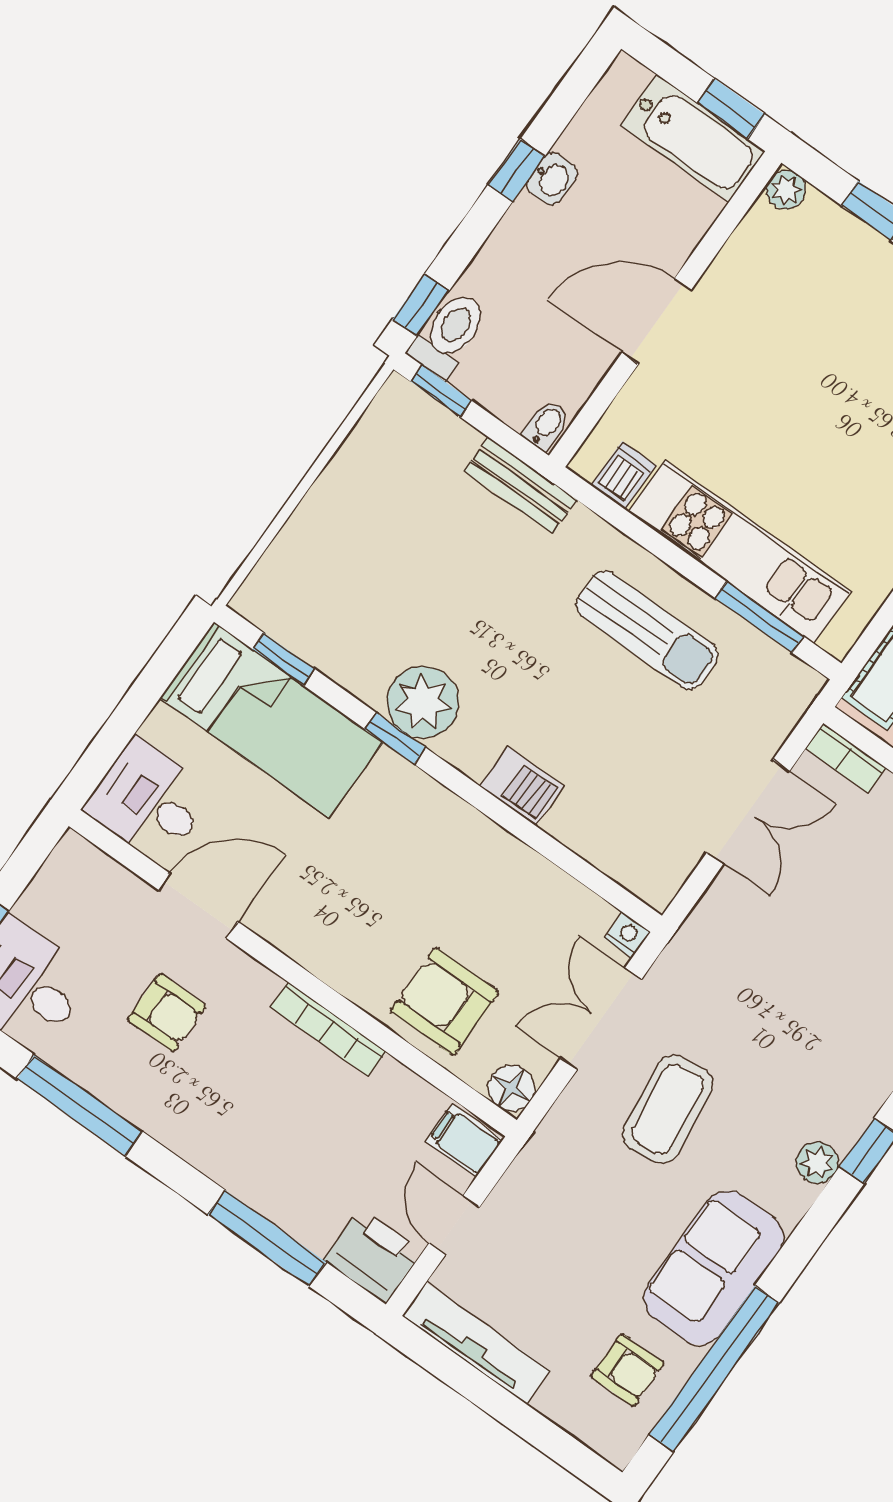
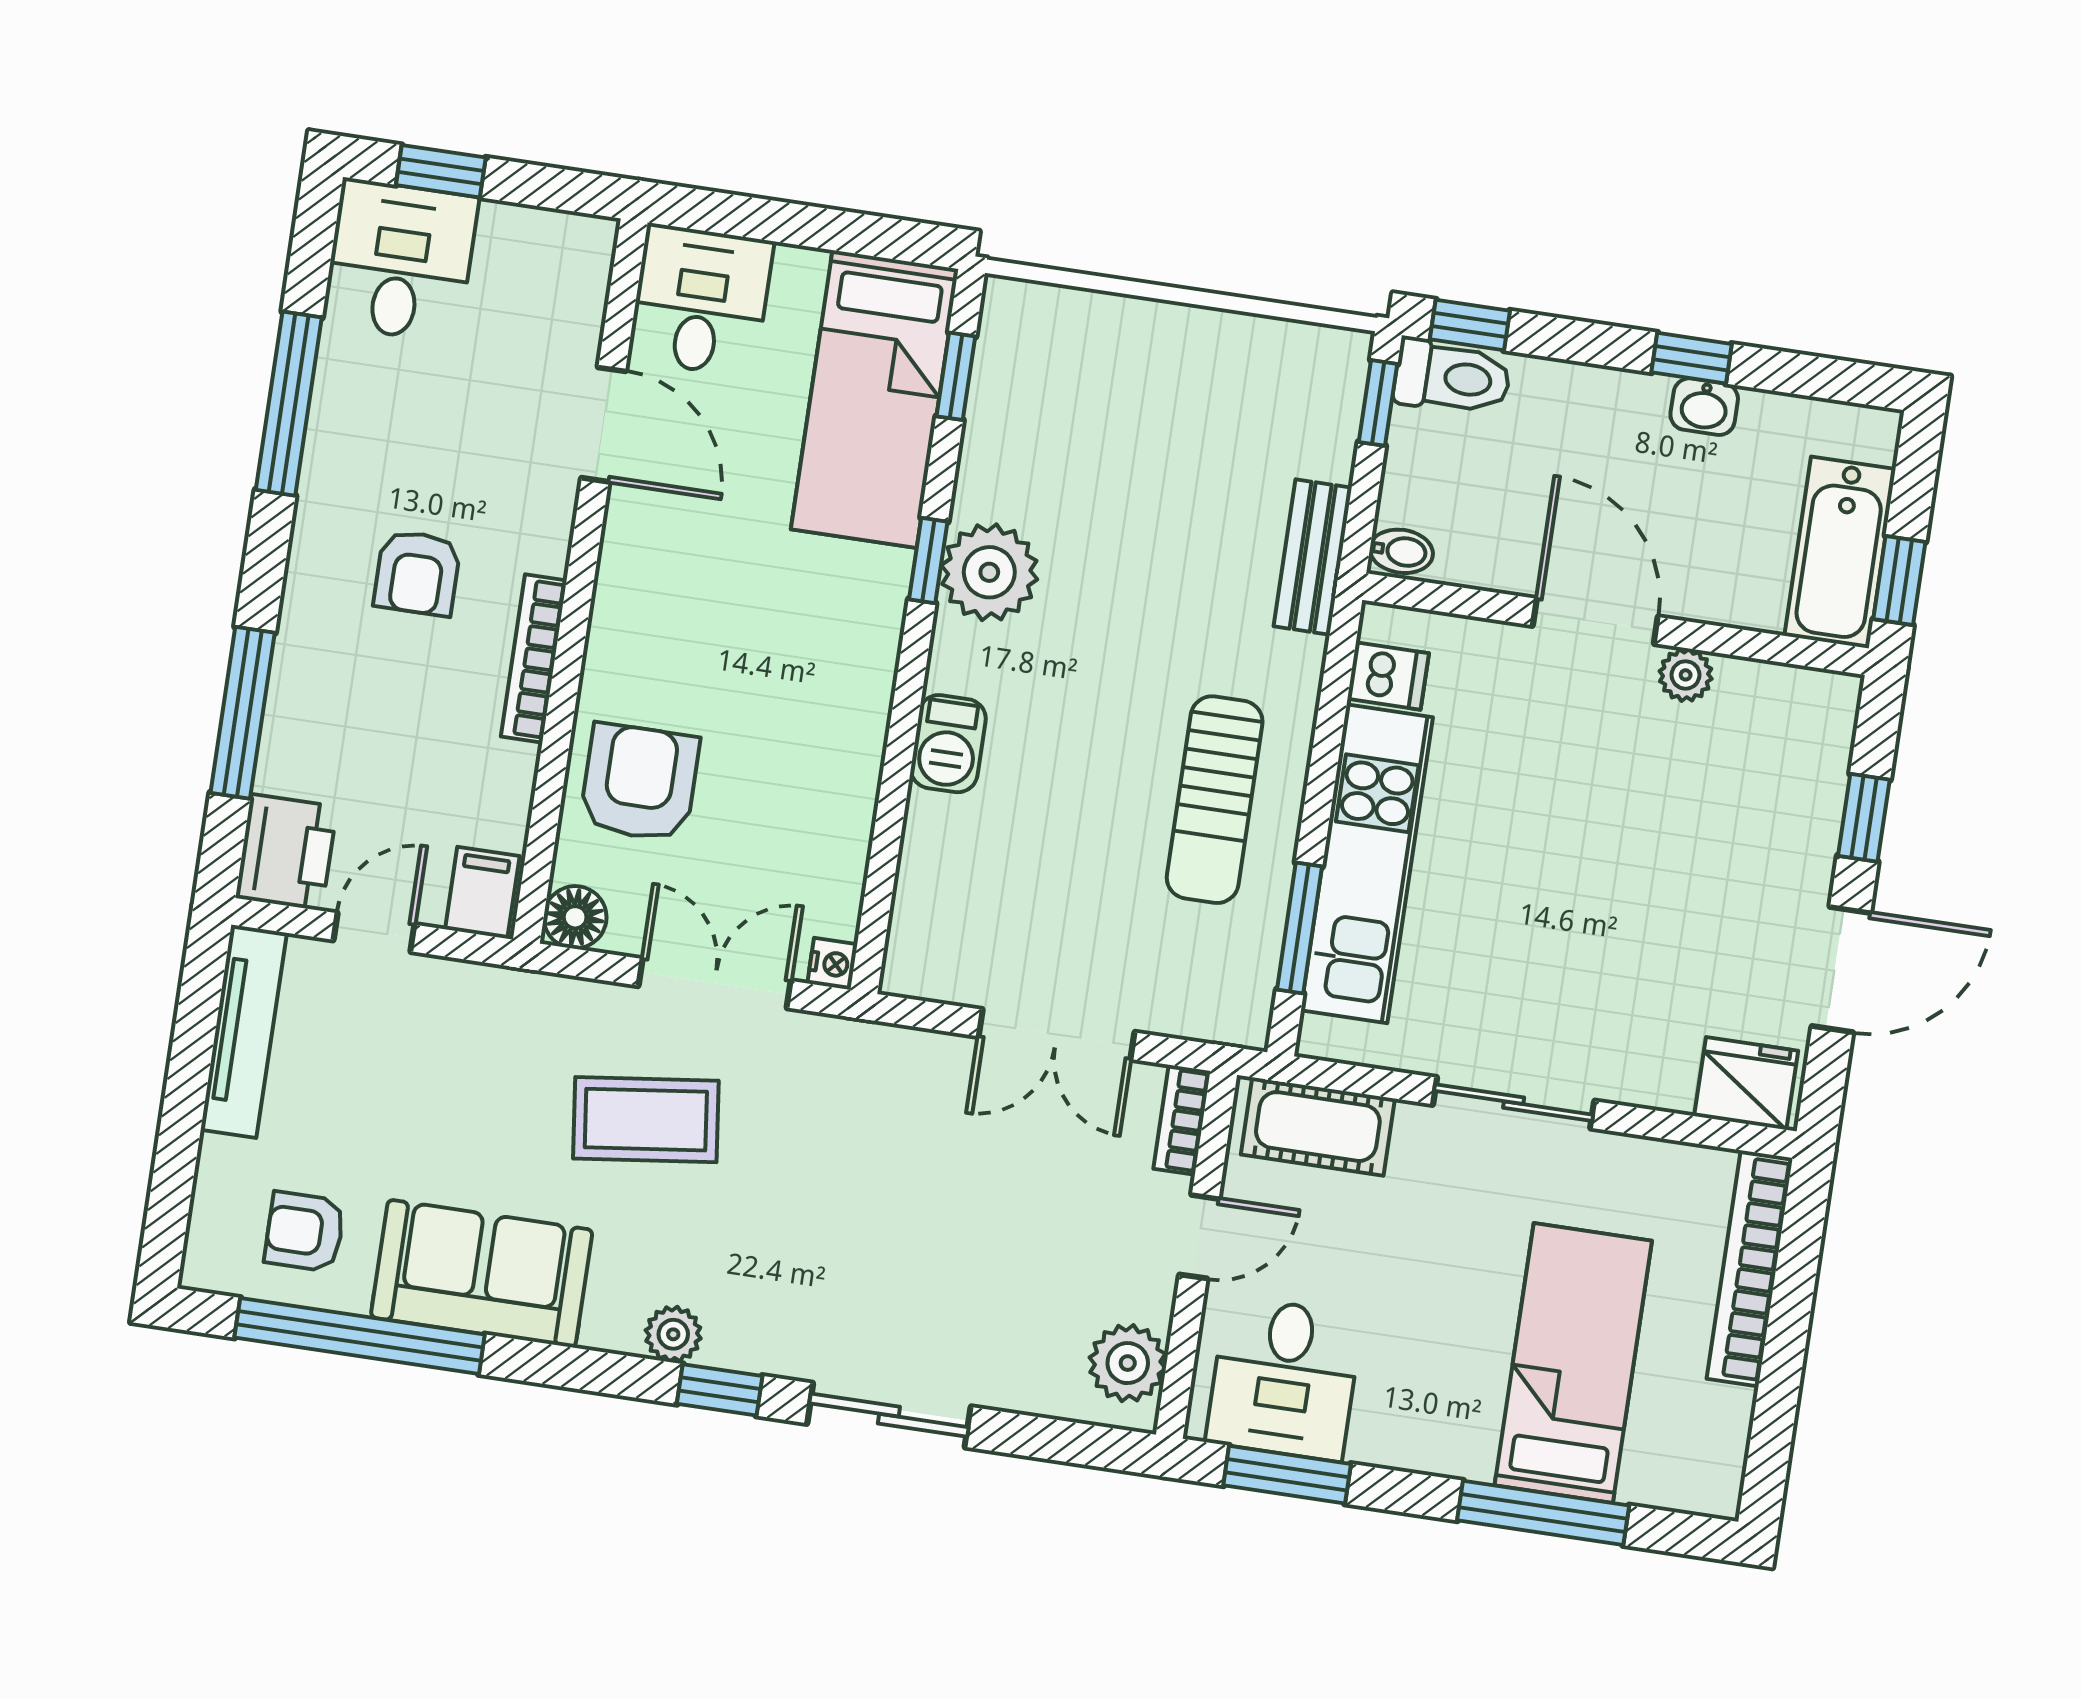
plant: (786, 190) -> (1686, 675), moved
armchair: (167, 1013) -> (417, 573), moved
armchair: (628, 1370) -> (305, 1232), turned 90

